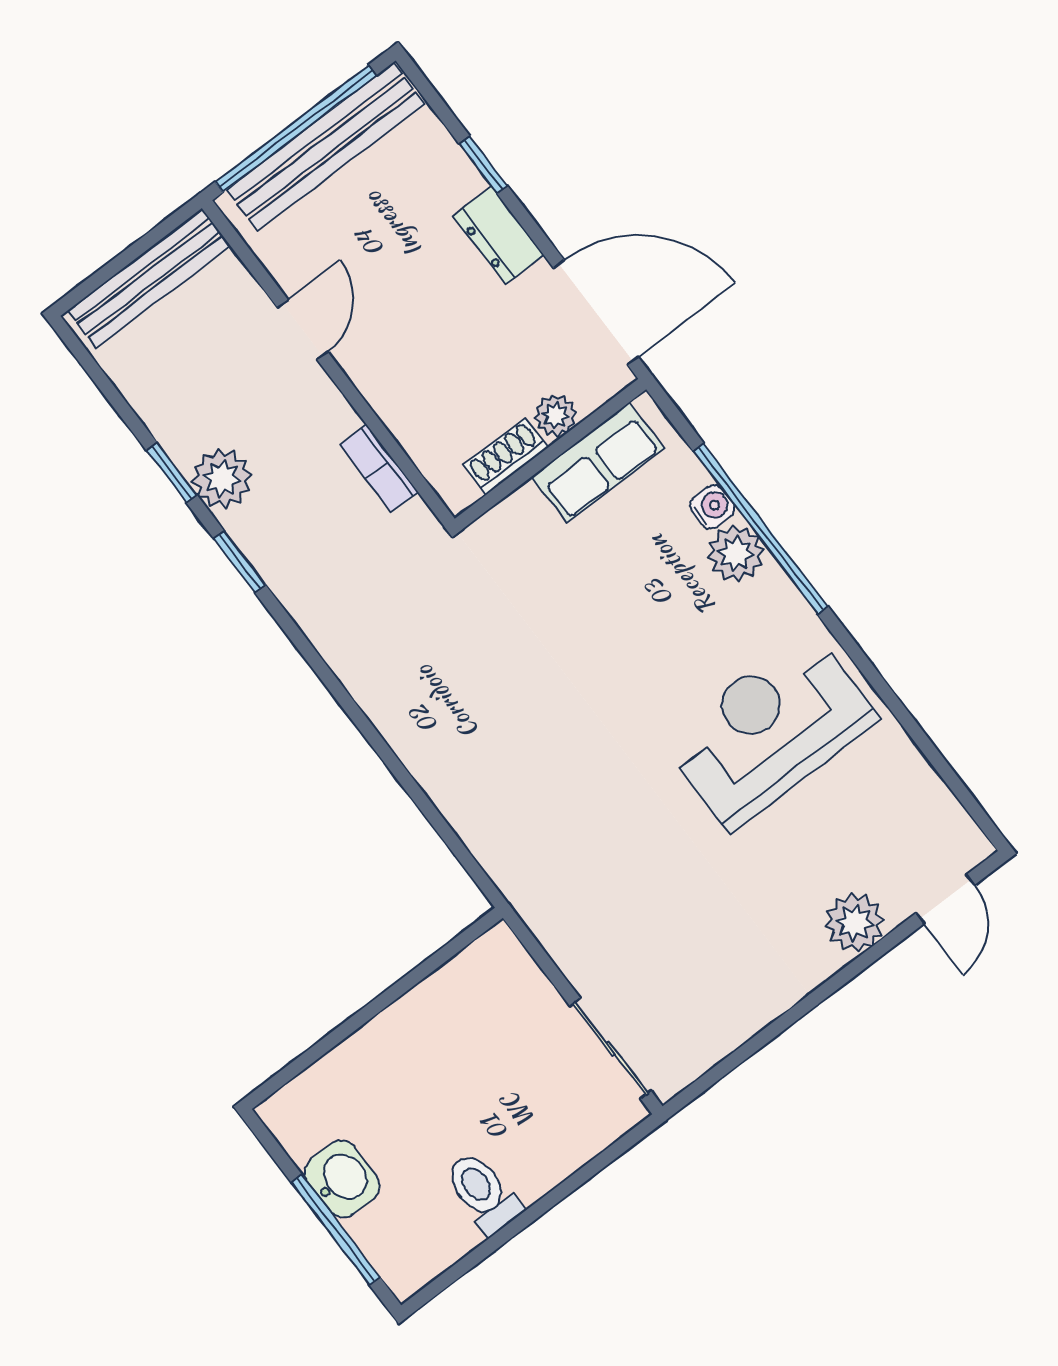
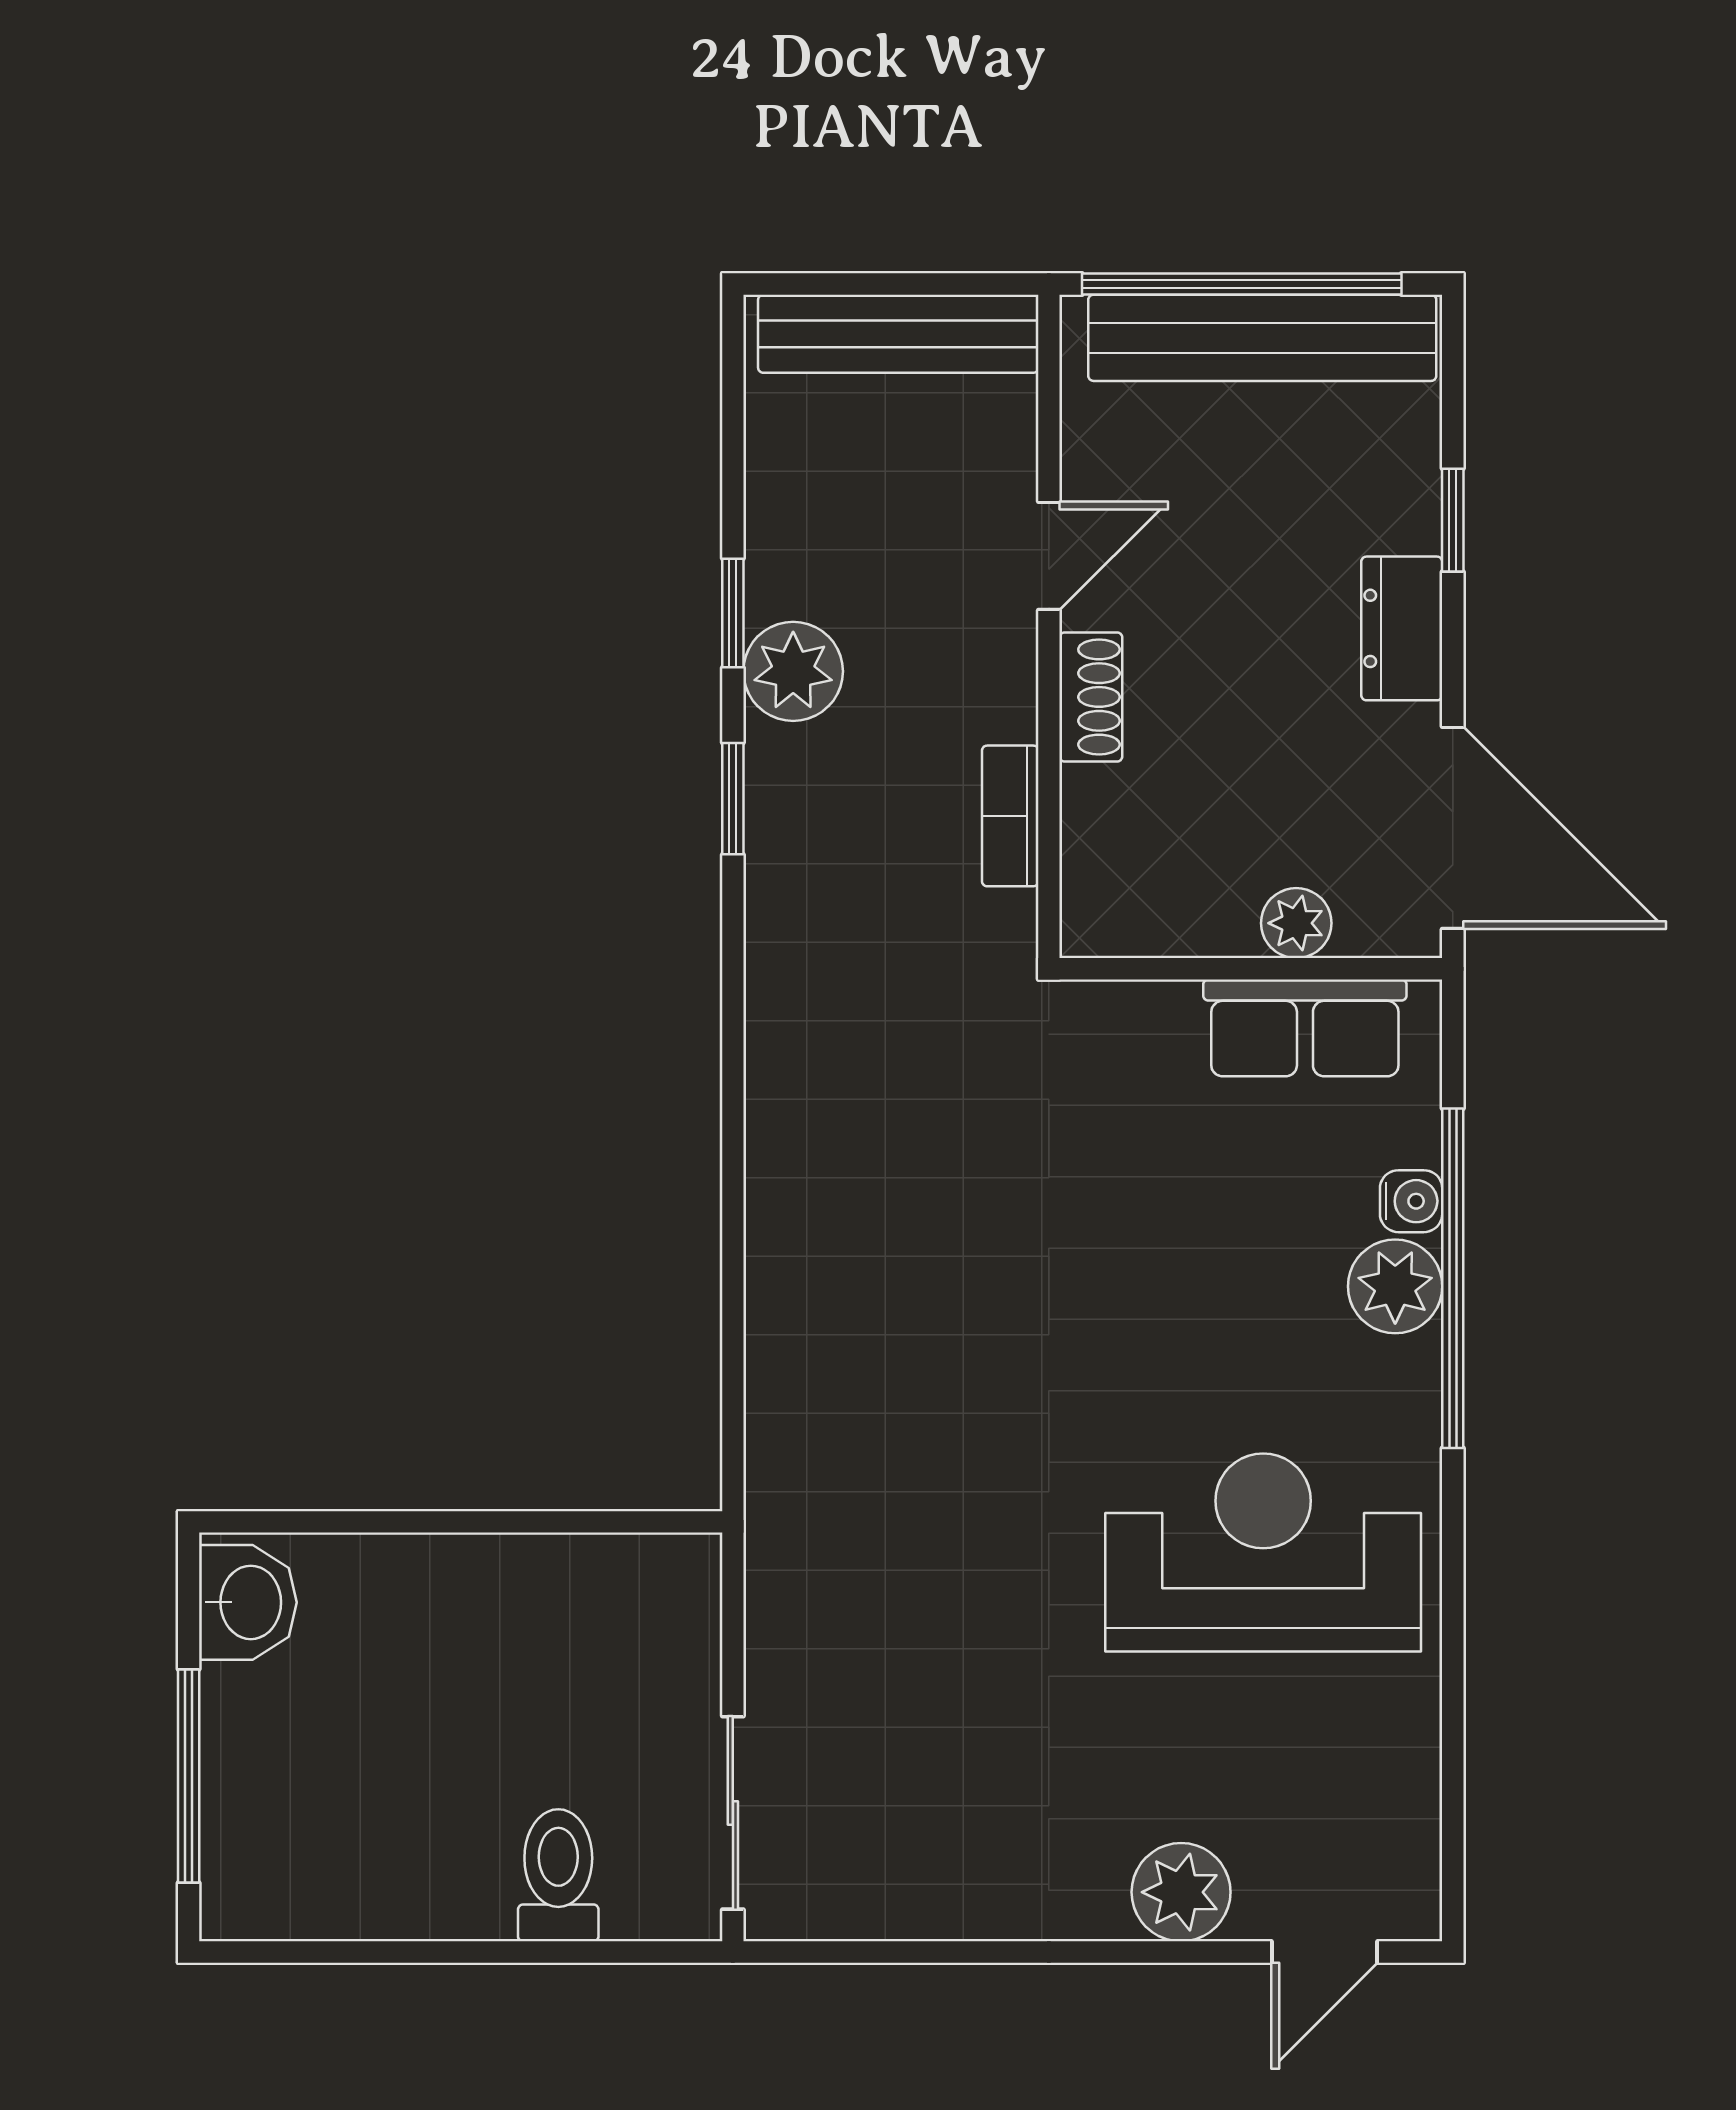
shoe rack: (506, 456) -> (1091, 697), moved, turned 90
washbasin: (342, 1179) -> (248, 1602), moved
toilet: (483, 1193) -> (558, 1875), moved

